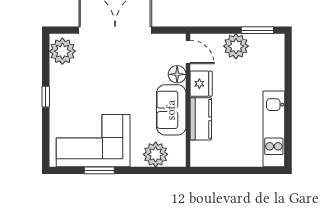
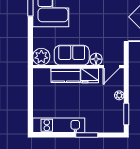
plant: (236, 46) -> (119, 95), width x0.53, depth x0.53
window: (288, 88) -> (87, 135), added
plant: (156, 154) -> (41, 57), moved

